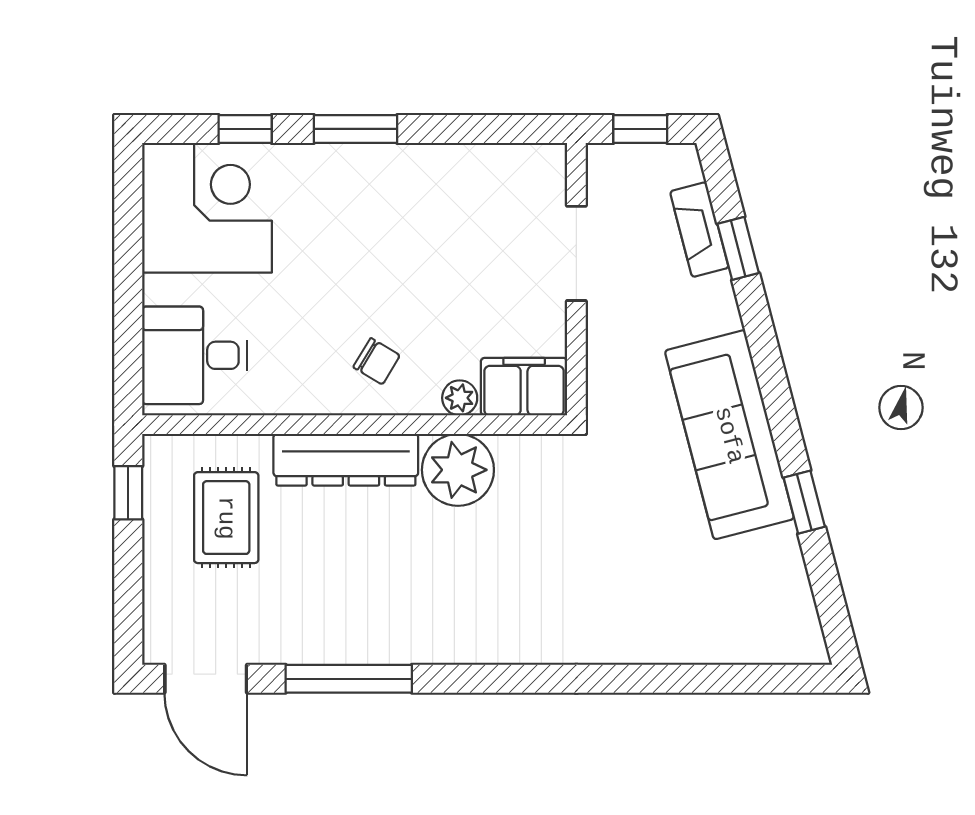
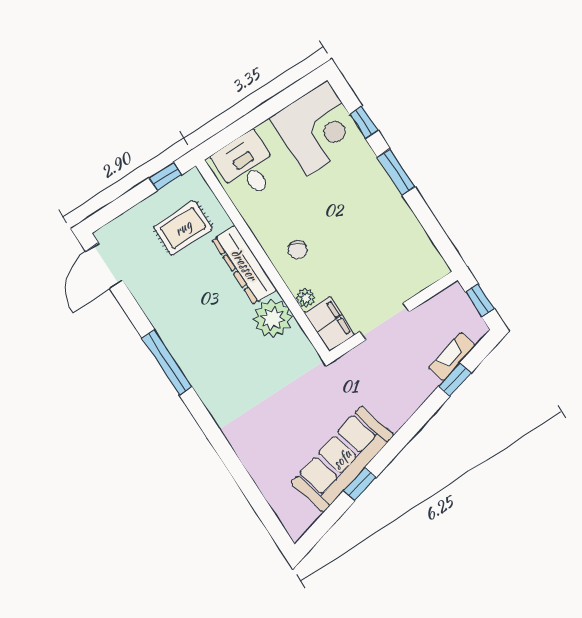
doorway: (576, 253) -> (385, 321), moved
sofa: (729, 435) -> (342, 459), moved
window: (349, 679) -> (167, 362), moved

